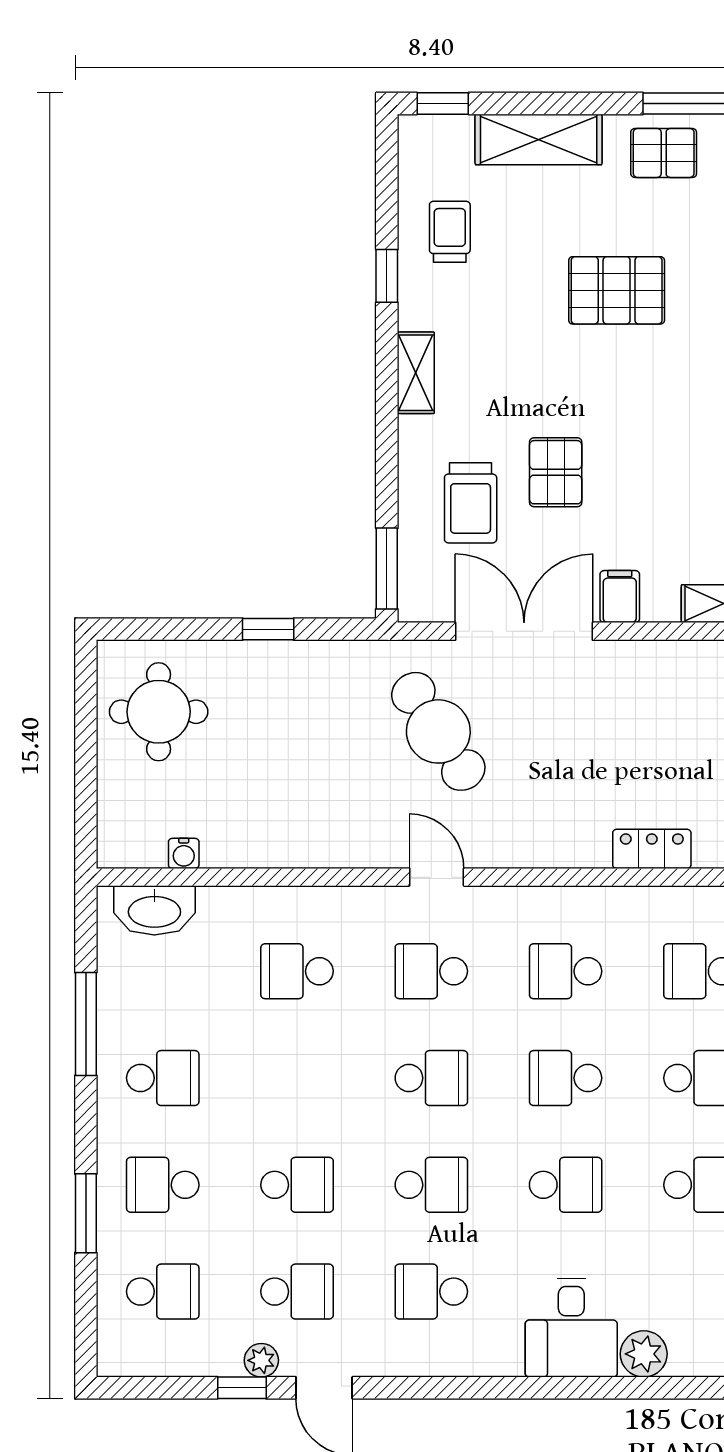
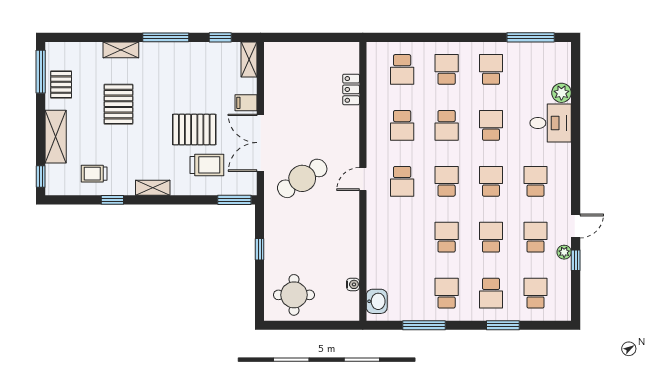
pallet: (556, 472) -> (194, 130), width x1.50, depth x1.42
washbasin: (154, 910) -> (377, 301), width x0.72
school desk: (297, 971) -> (447, 237), moved, turned 180
school desk: (431, 1292) -> (535, 181), turned 180

